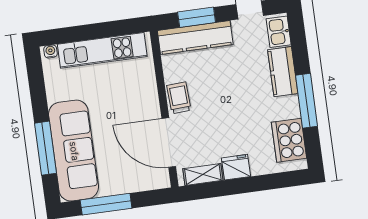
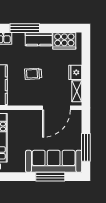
kitchen counter: (283, 72) -> (39, 39), moved
trolley: (179, 98) -> (33, 74), moved
window: (306, 101) -> (25, 28), moved

